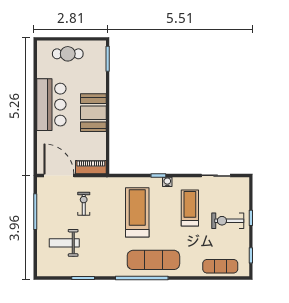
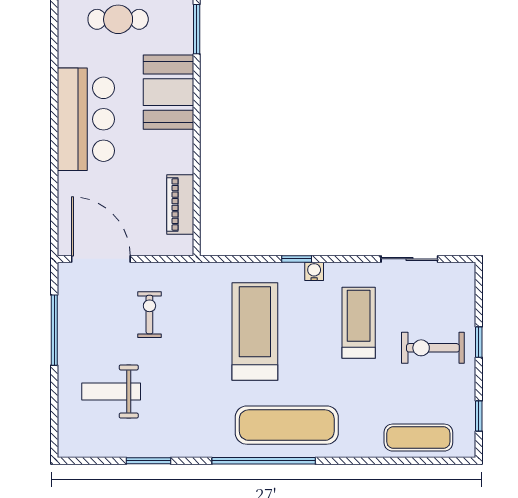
booth: (93, 113) -> (168, 92), moved
piano: (91, 167) -> (180, 204), moved, turned -90

